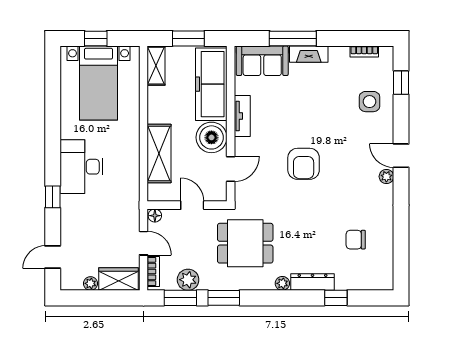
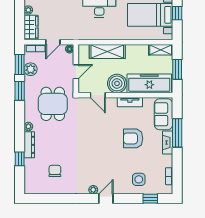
armchair: (304, 164) -> (133, 138), moved

